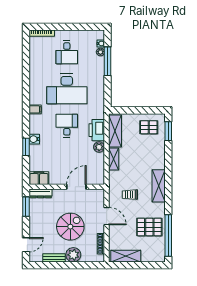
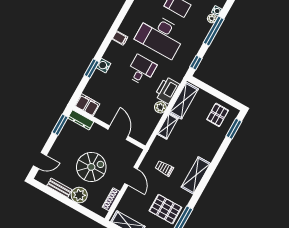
window: (108, 95) -> (196, 63), added
pallet: (149, 127) -> (218, 115), turned 90
door: (76, 187) -> (118, 133), hinge flipped

